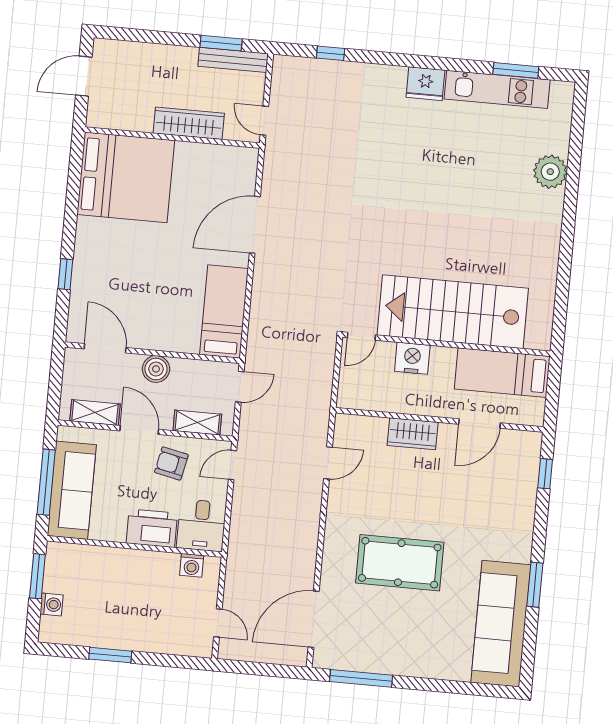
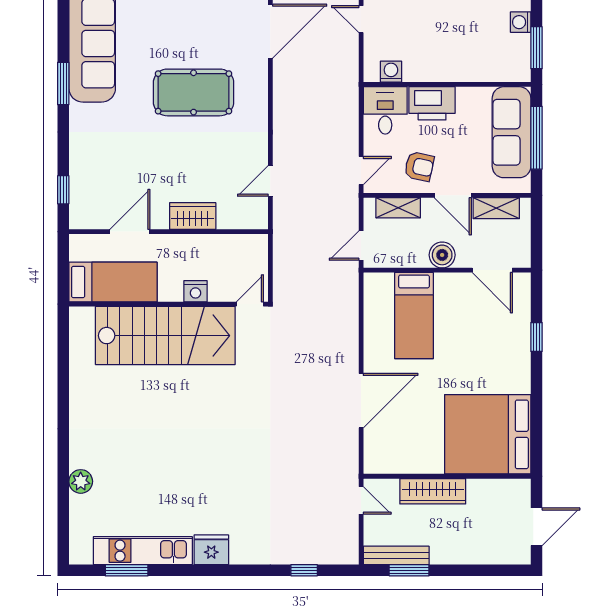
plant: (550, 172) -> (81, 481), width x0.73, depth x0.73
bed: (224, 312) -> (414, 316), moved
nightstand: (412, 358) -> (195, 291), width x0.74, depth x0.75

